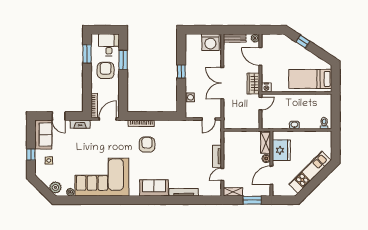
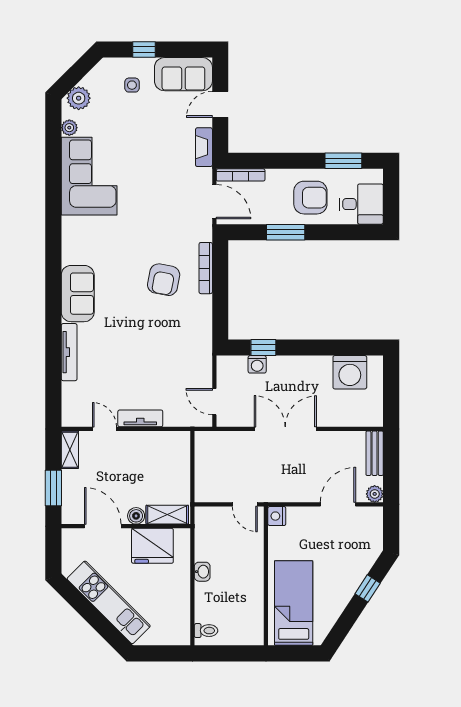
washing machine: (210, 42) -> (350, 372), moved, turned -90
window: (123, 60) -> (286, 232), moved
window: (181, 72) -> (263, 347), moved
wardrobe: (253, 83) -> (285, 490), removed
armchair: (147, 145) -> (164, 280), turned 101
corner sofa: (102, 177) -> (89, 176), width x0.73, depth x0.74

